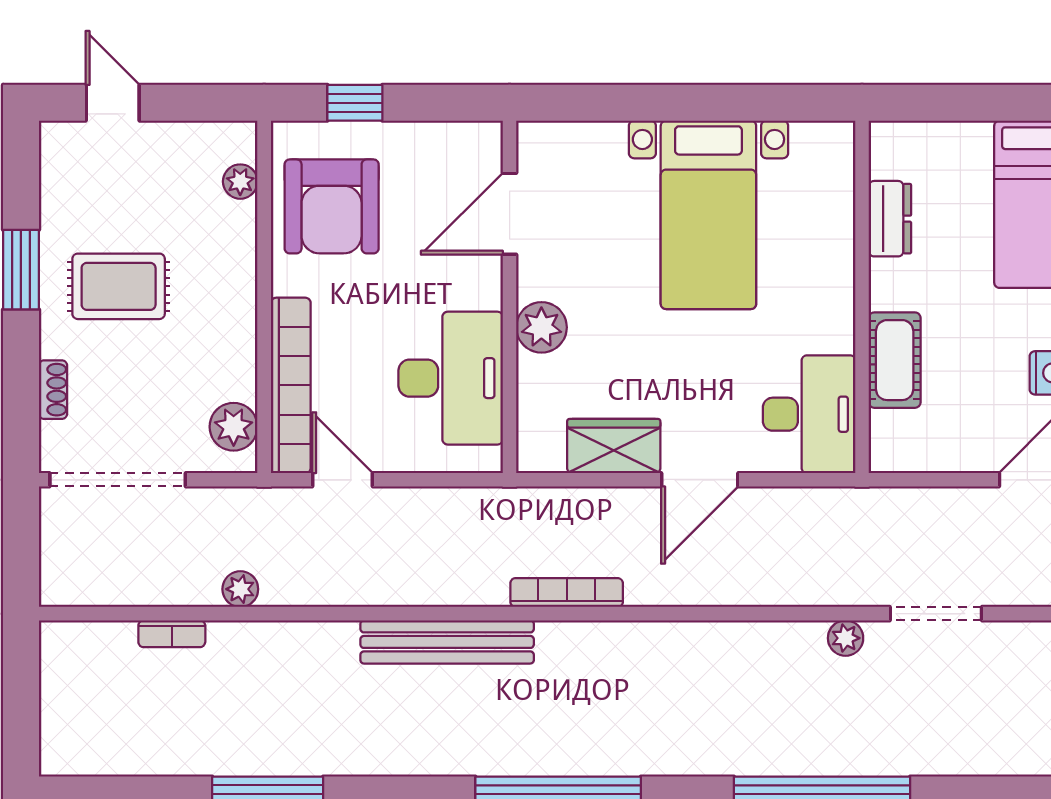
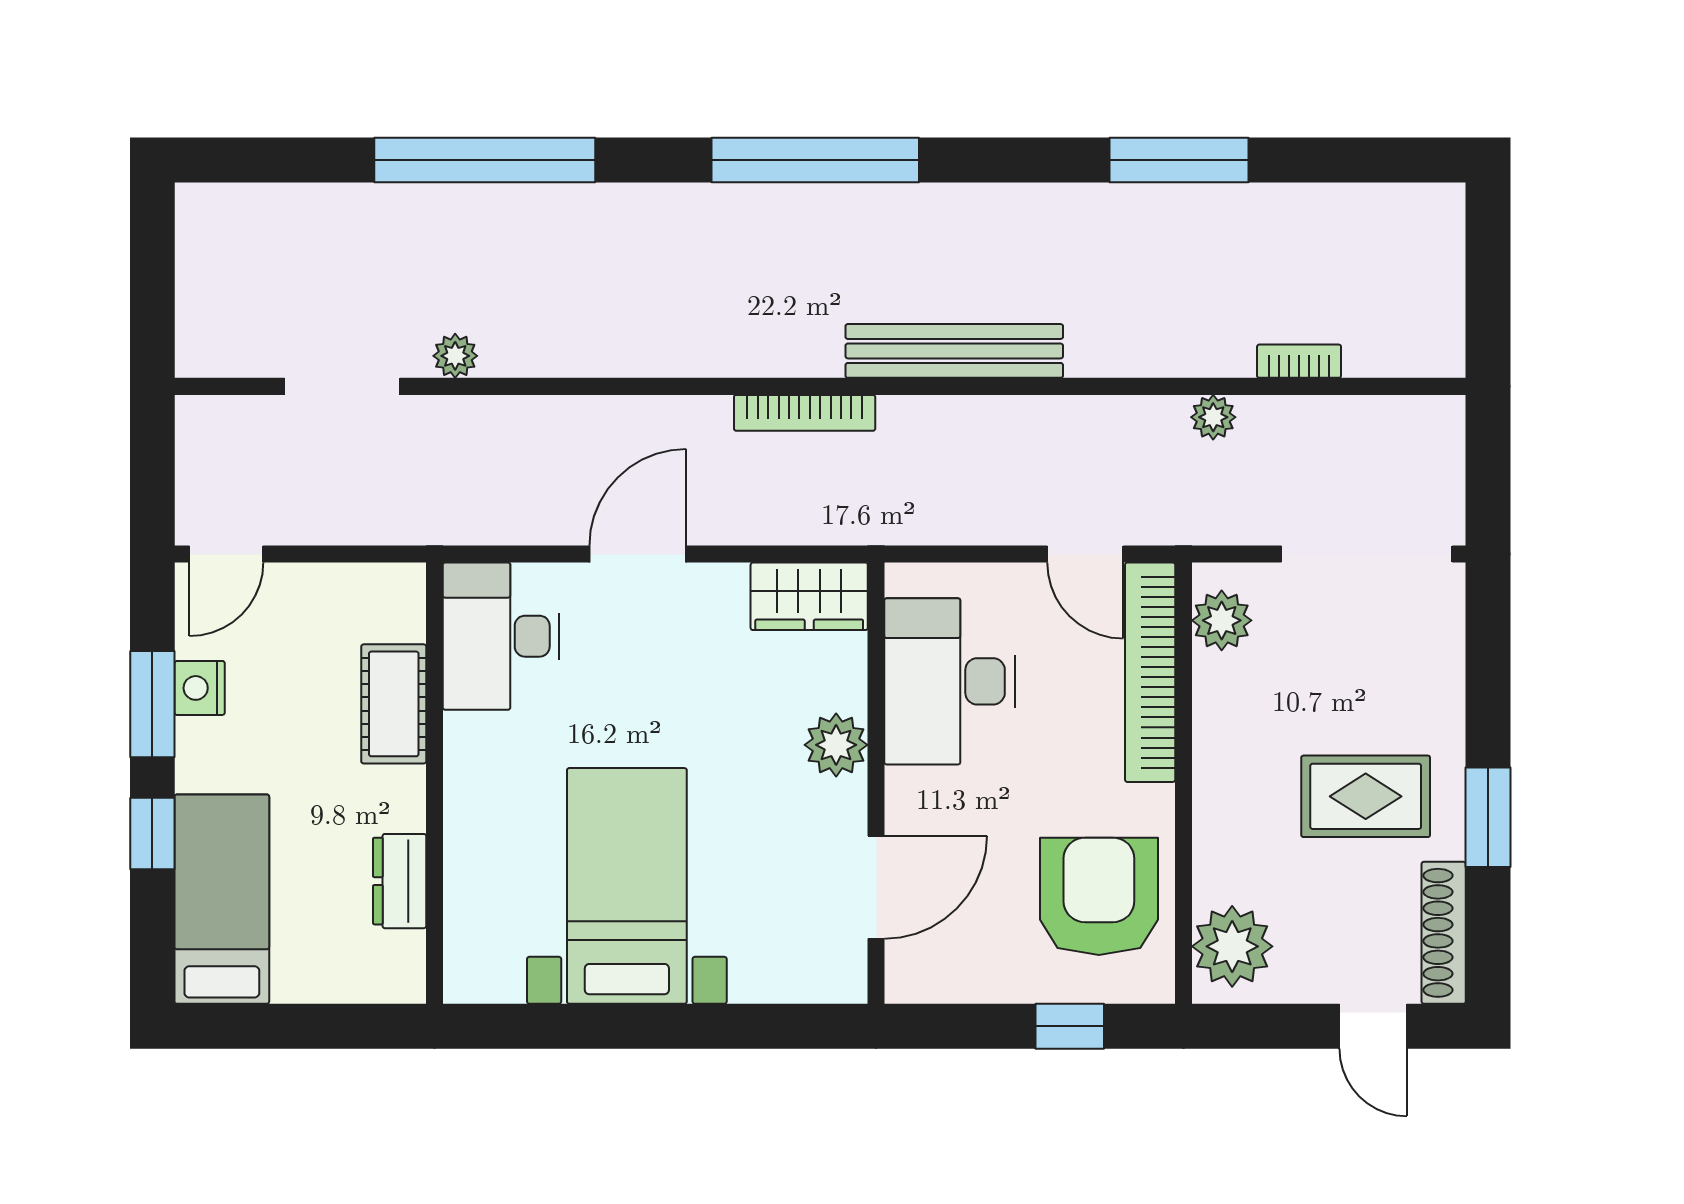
plant: (240, 182) -> (1232, 946), width x1.88, depth x1.88
shoe rack: (53, 390) -> (1444, 933), moved, width x1.94, depth x1.24
wardrobe: (614, 446) -> (809, 596), moved

